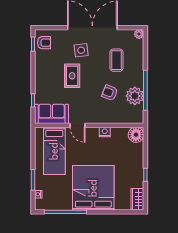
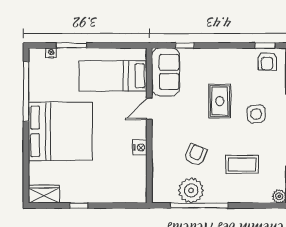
rug: (72, 76) -> (220, 101), turned 90
floor lamp: (136, 135) -> (136, 192), removed

